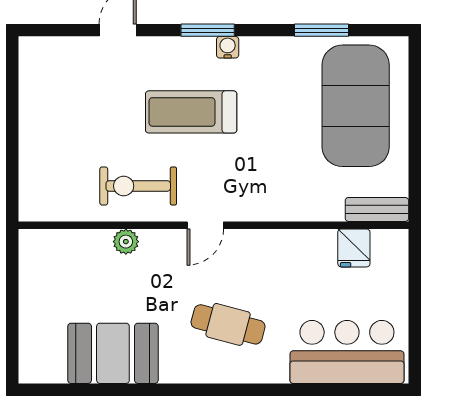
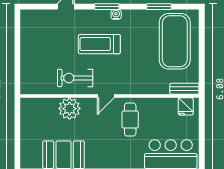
plant: (126, 242) -> (69, 109), width x1.88, depth x1.88
fridge: (354, 248) -> (186, 106), moved
cafe table: (228, 324) -> (130, 120), moved, turned 75

